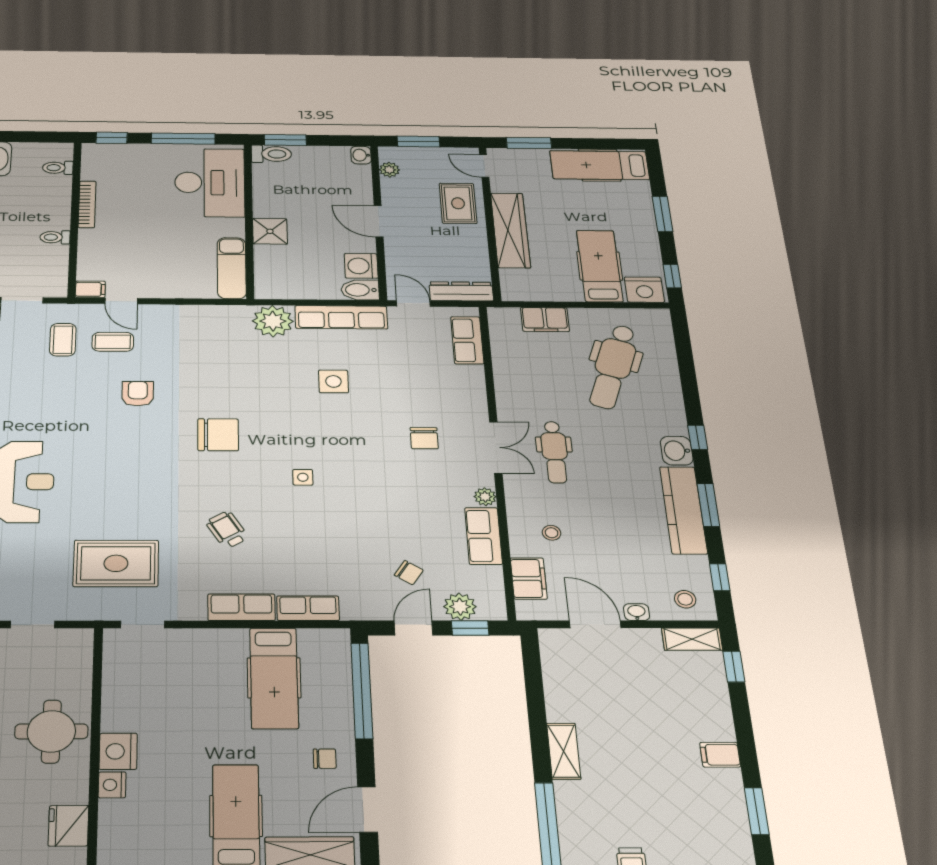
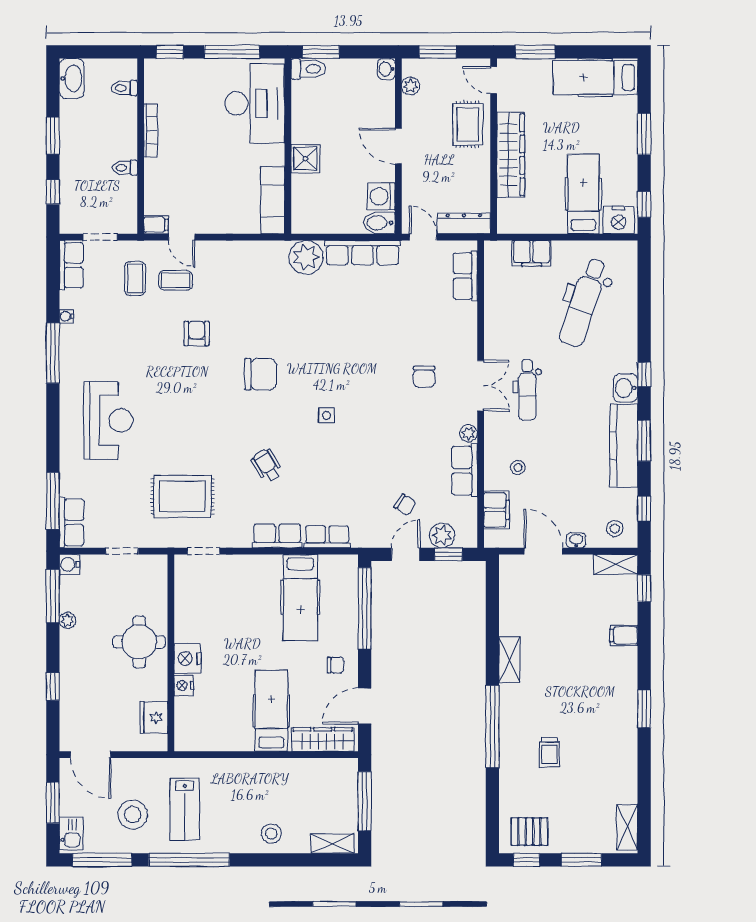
side table: (333, 381) -> (354, 320), removed
filing cabinet: (720, 755) -> (624, 635), moved

